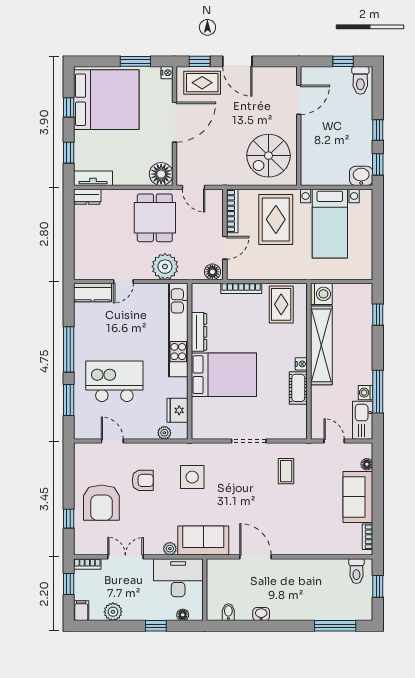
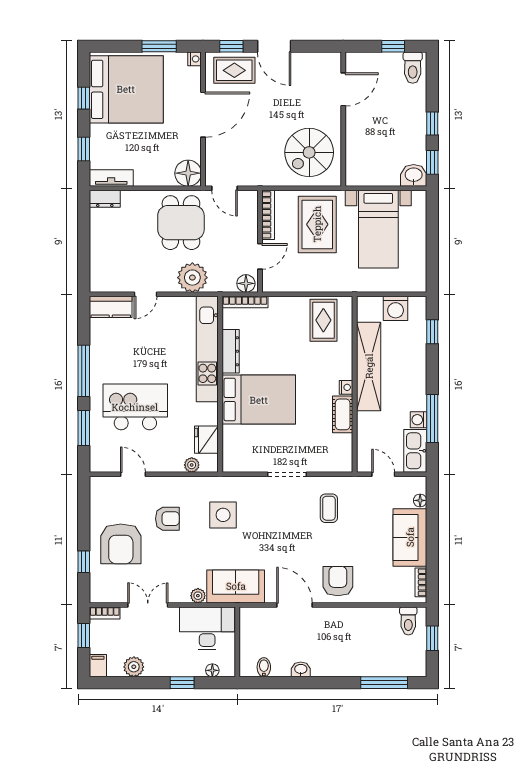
bookcase: (241, 288) -> (245, 302), moved
washing machine: (321, 294) -> (396, 308), moved, turned 90
armchair: (294, 536) -> (338, 581), added

